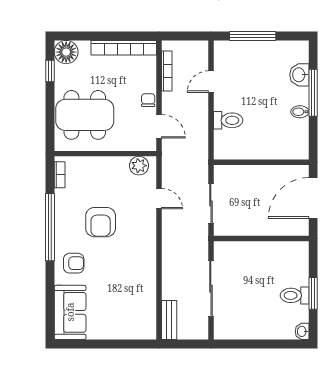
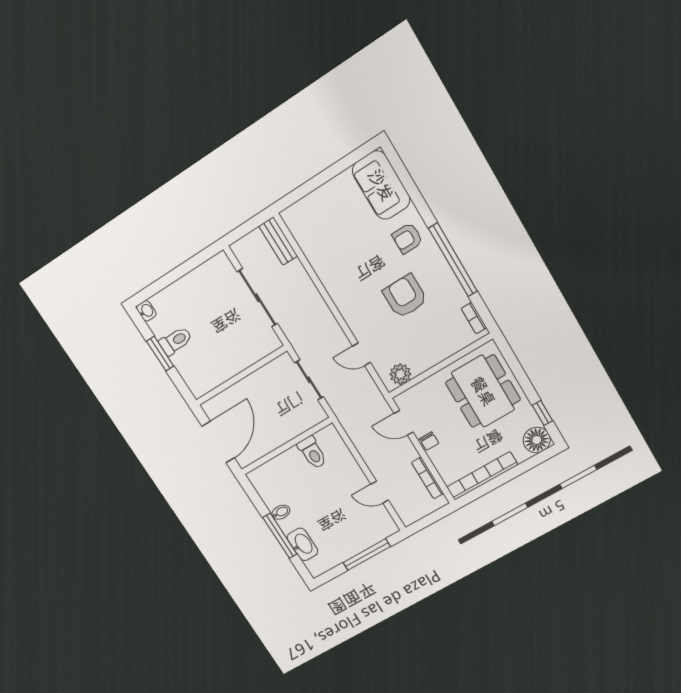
washbasin: (299, 75) -> (302, 544), width x1.38
door: (211, 82) -> (380, 492), swing flipped
dining table: (85, 115) -> (483, 391), turned 90
toilet: (228, 120) -> (312, 453), moved, turned -90

